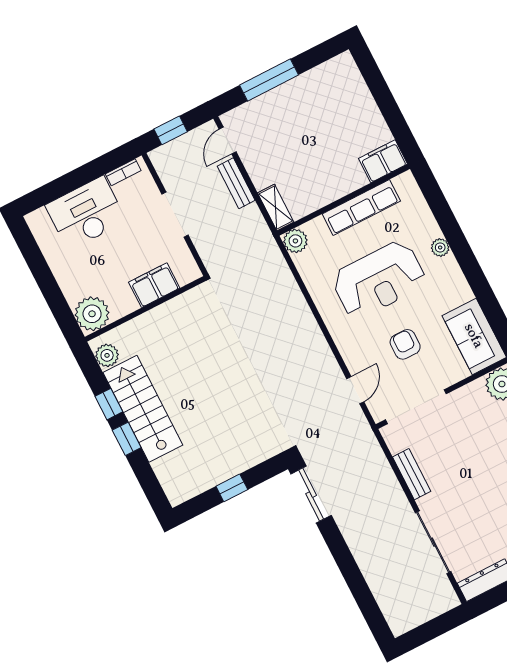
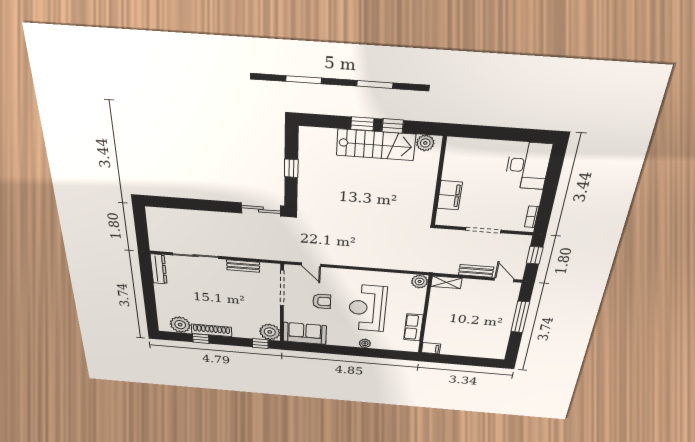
filing cabinet: (383, 161) -> (431, 348), width x0.50
row of seats: (361, 207) -> (413, 327), width x0.68
desk: (86, 213) -> (528, 166), moved
plant: (92, 314) -> (459, 149), removed

